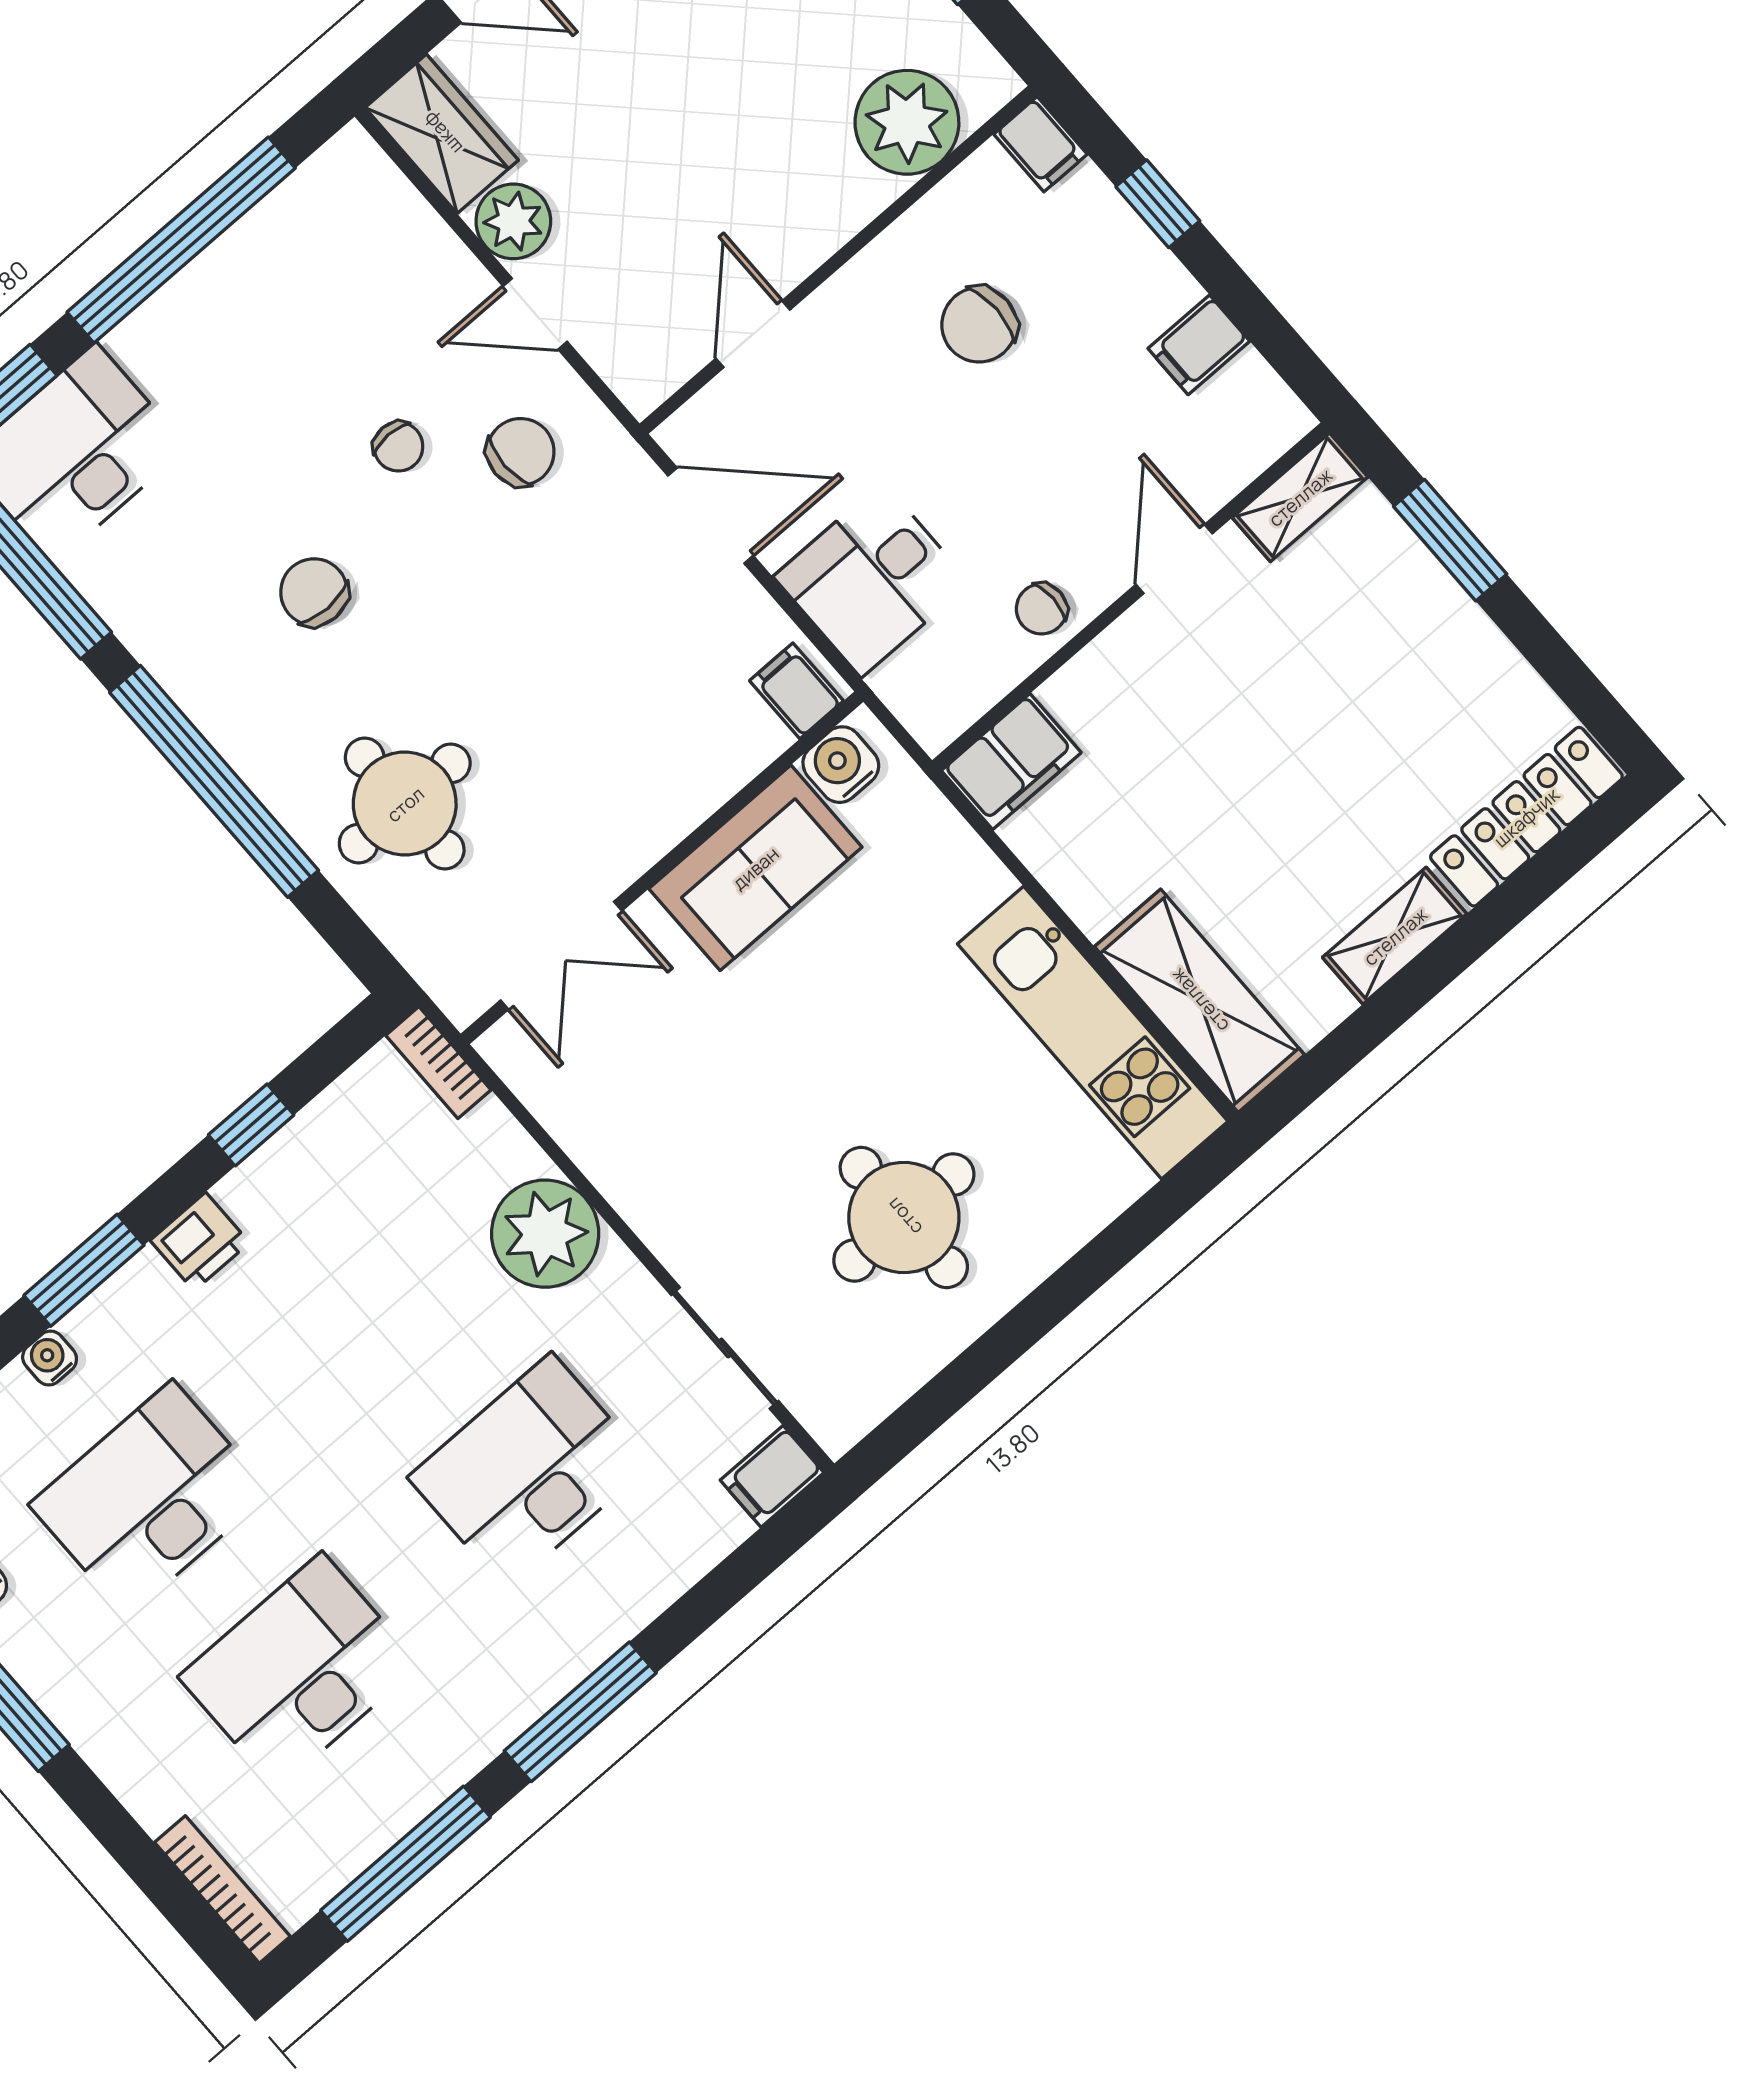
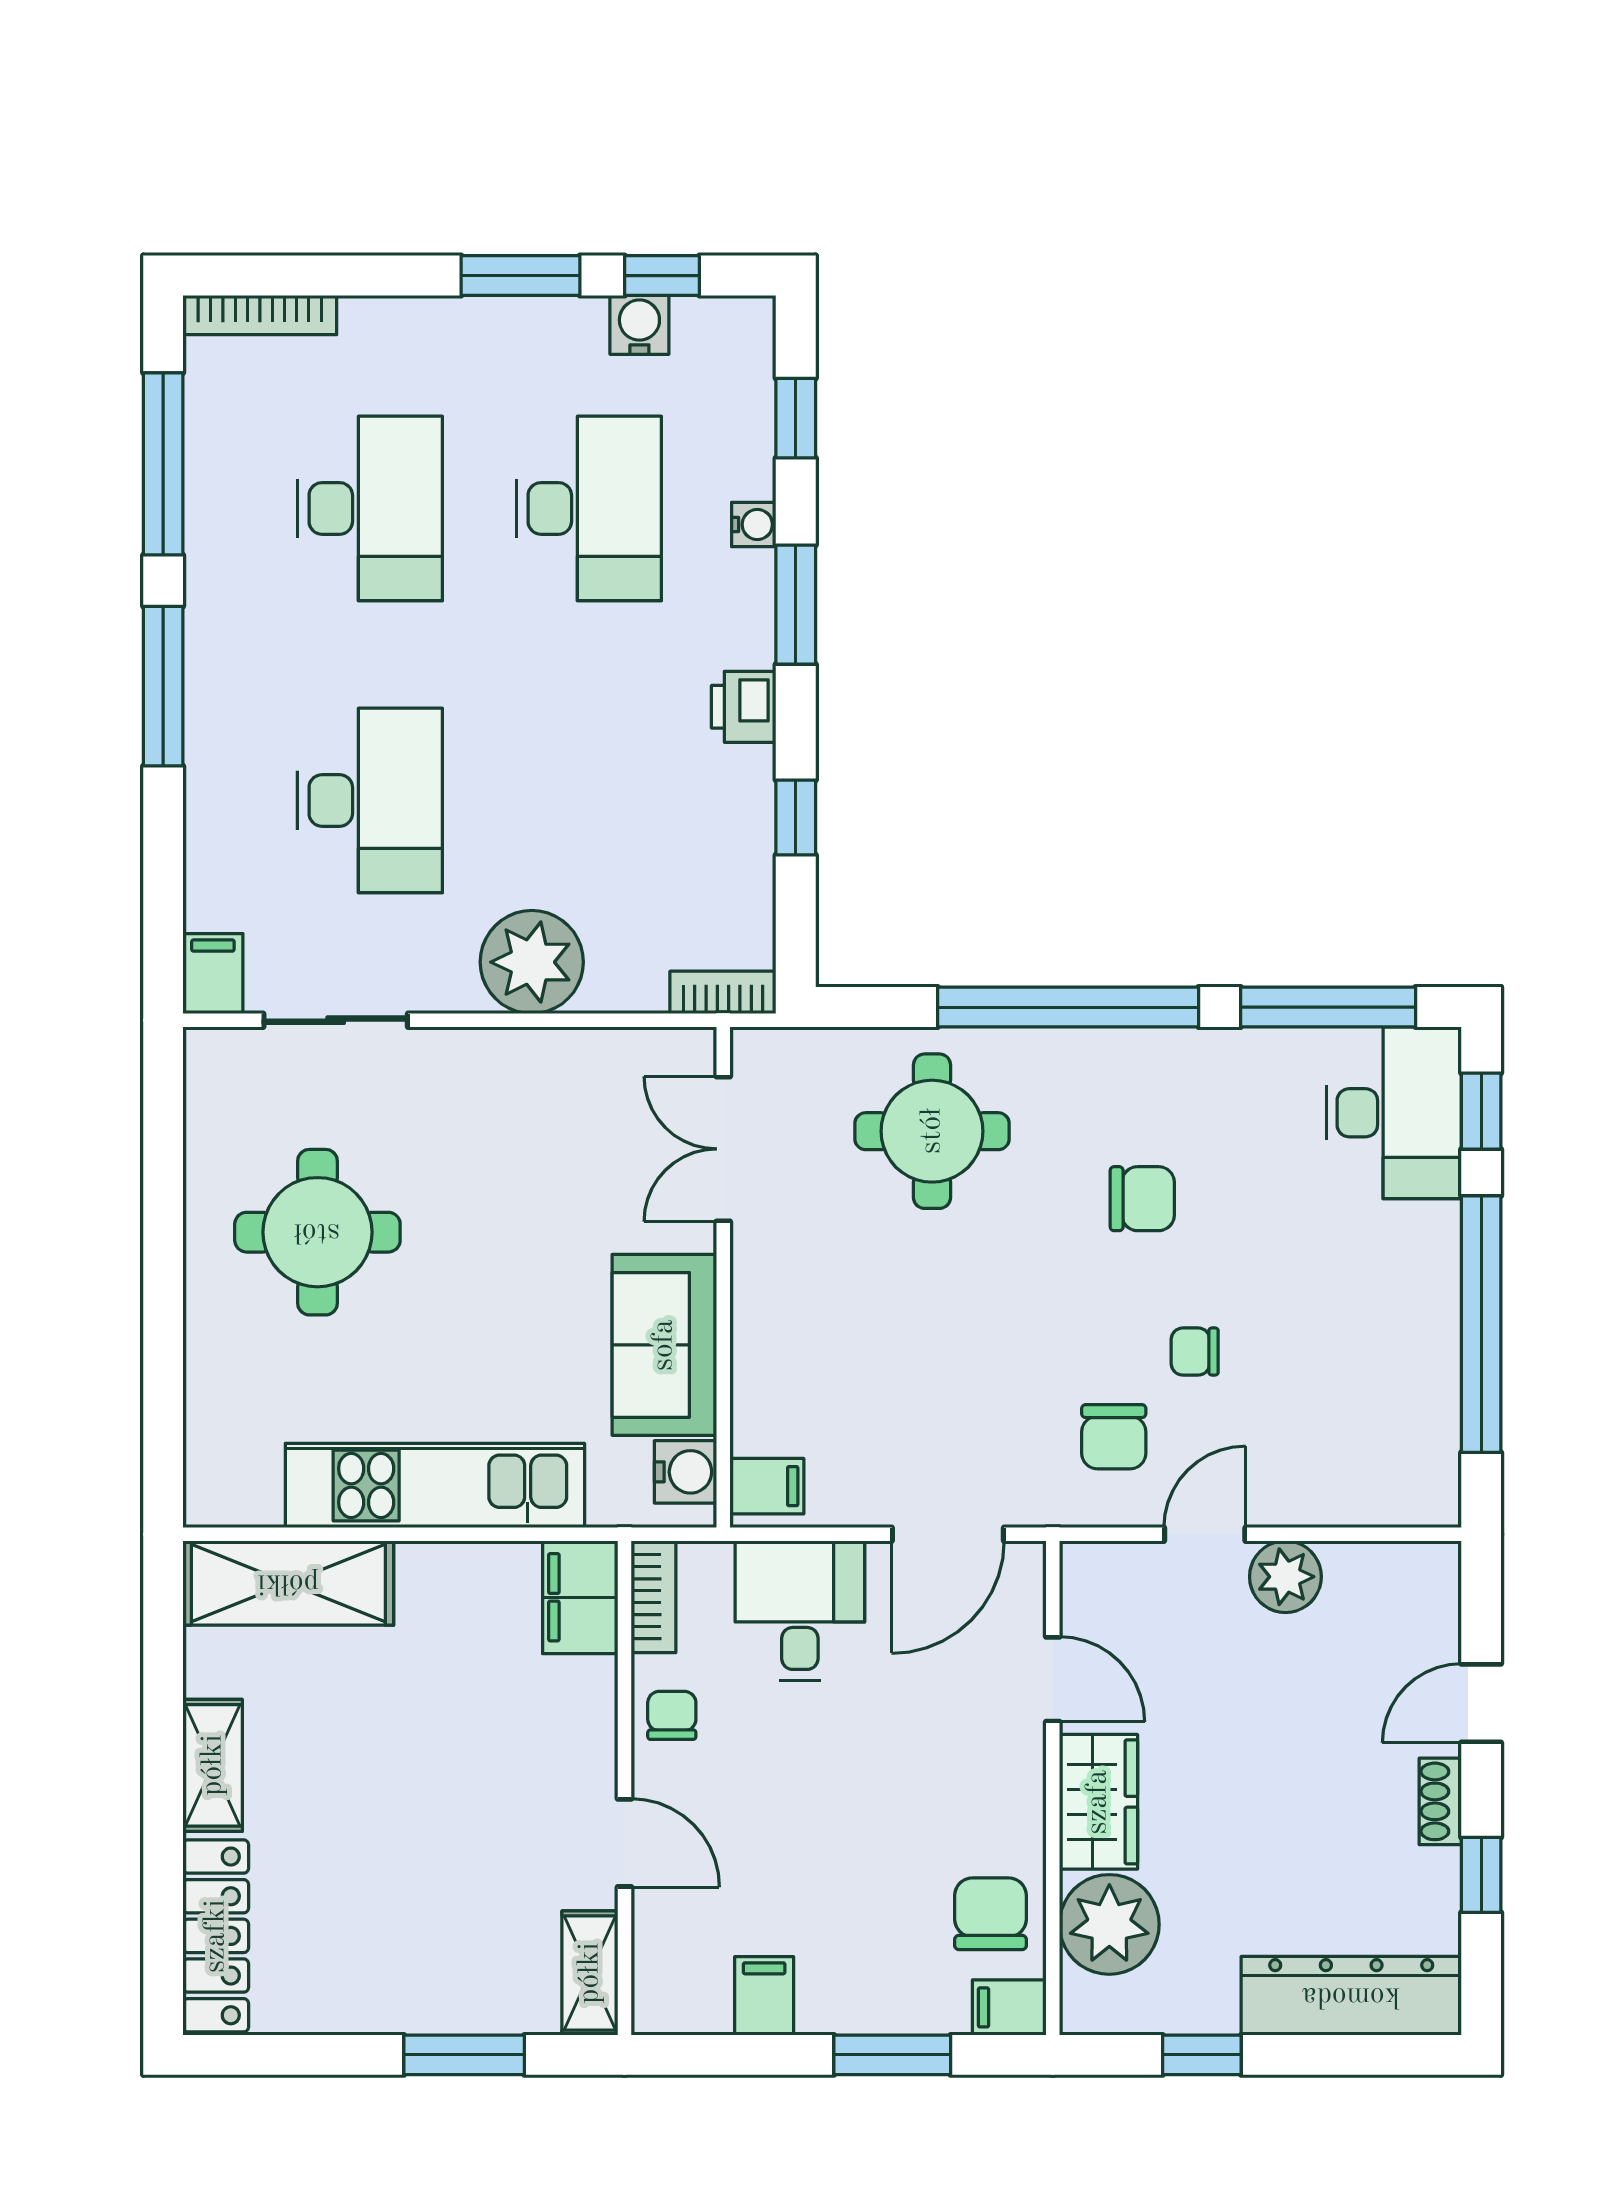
wardrobe: (442, 134) -> (1098, 1802), moved, turned -90
window: (1158, 204) -> (892, 2055), width x1.50
chair: (979, 325) -> (991, 1914), moved
bookcase: (961, 704) -> (653, 1597), added
kitchen unit: (1093, 1033) -> (435, 1485), moved

